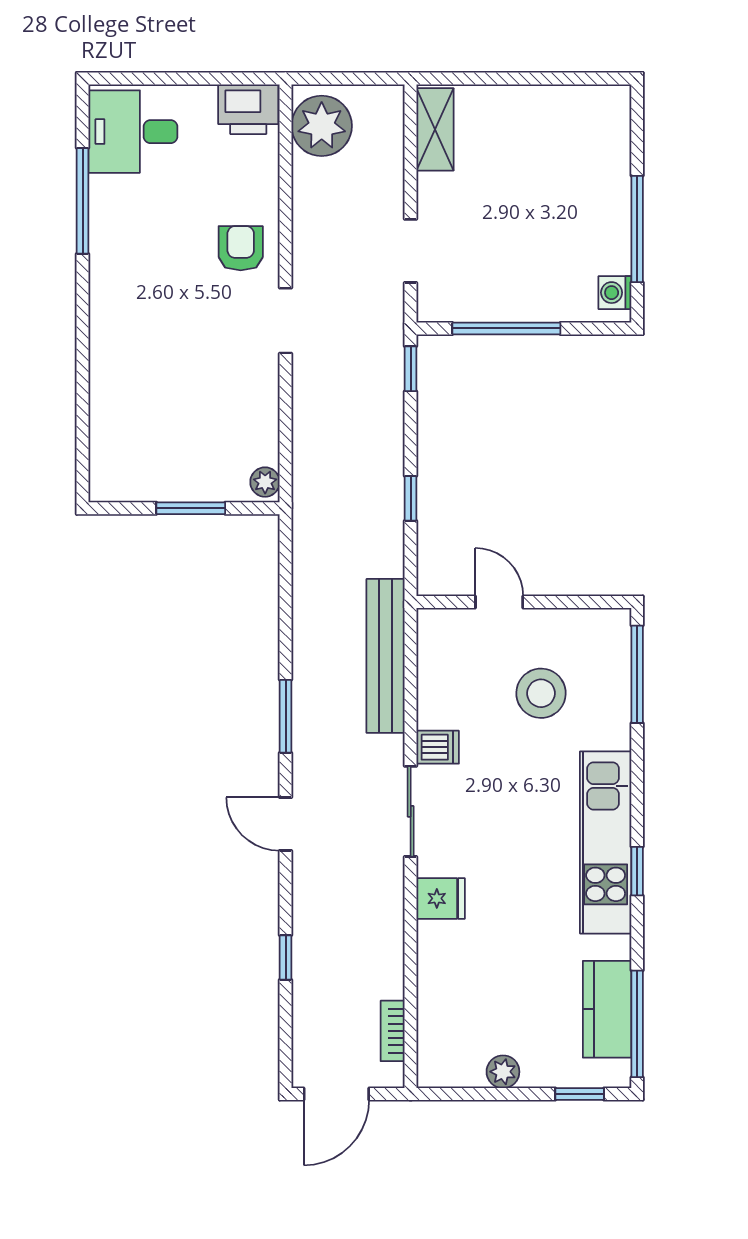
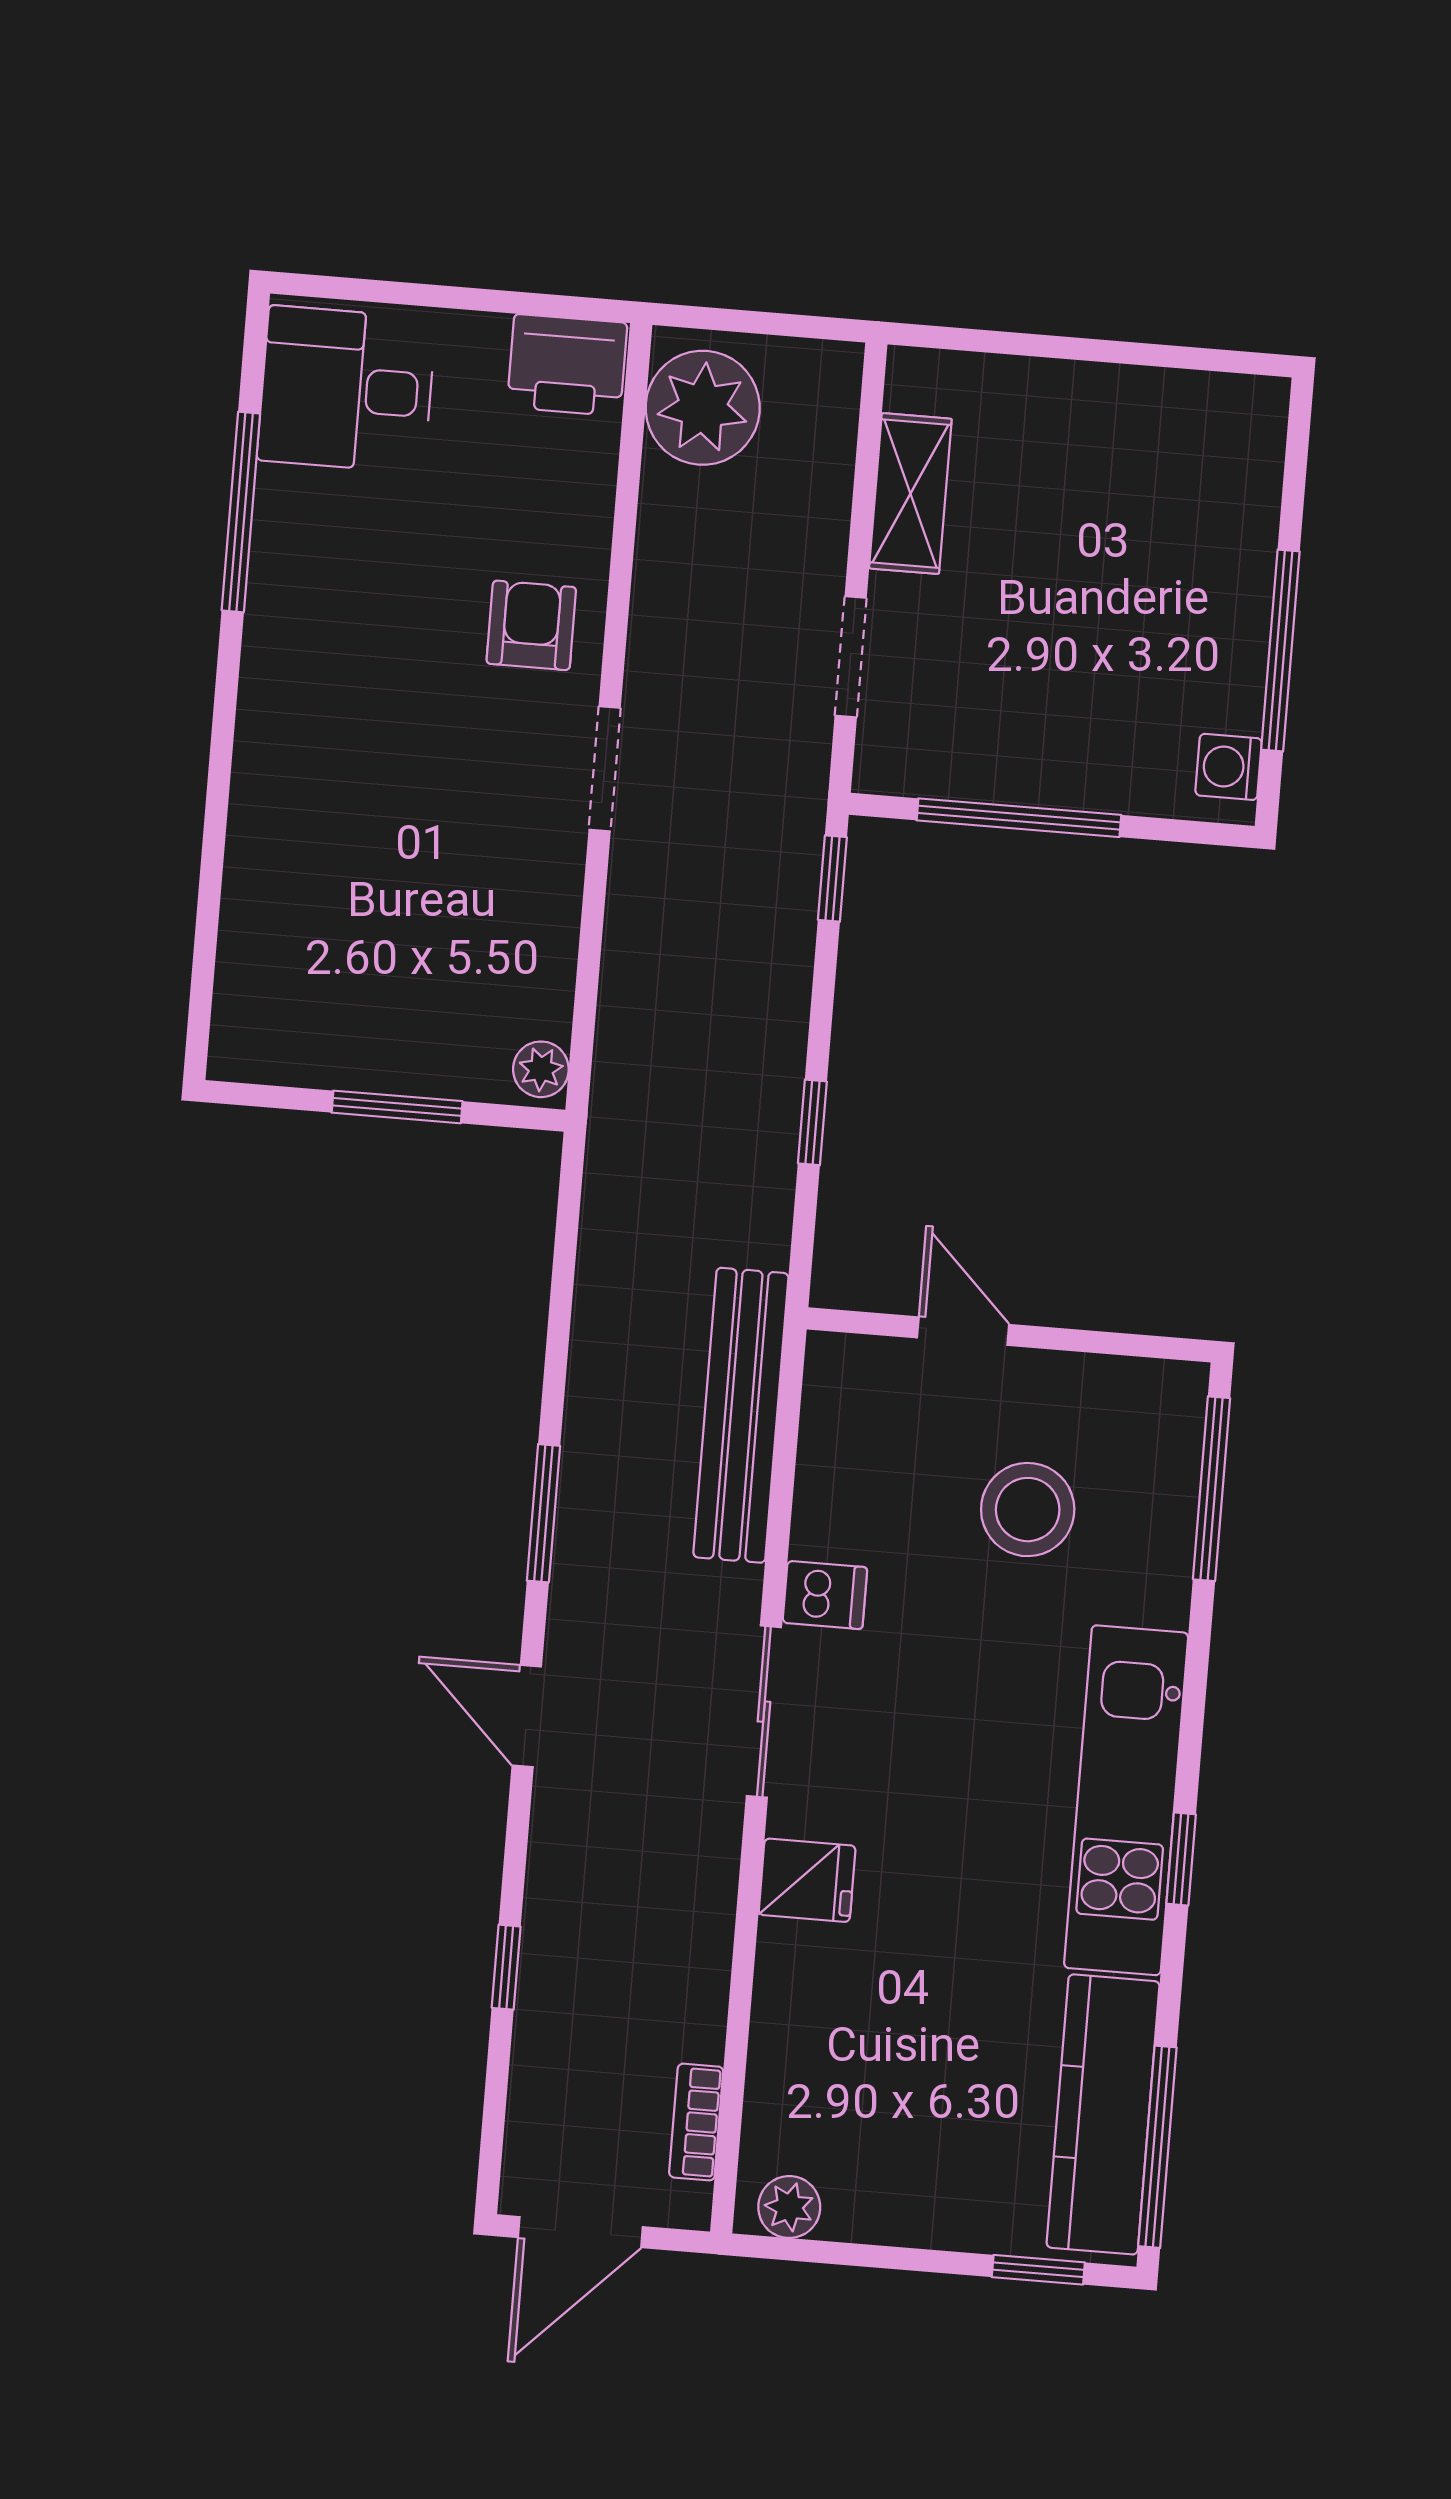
shelving: (435, 129) -> (910, 494), moved
kitchen counter: (607, 1009) -> (1103, 2114), width x1.50
plant: (503, 1072) -> (789, 2207), moved

